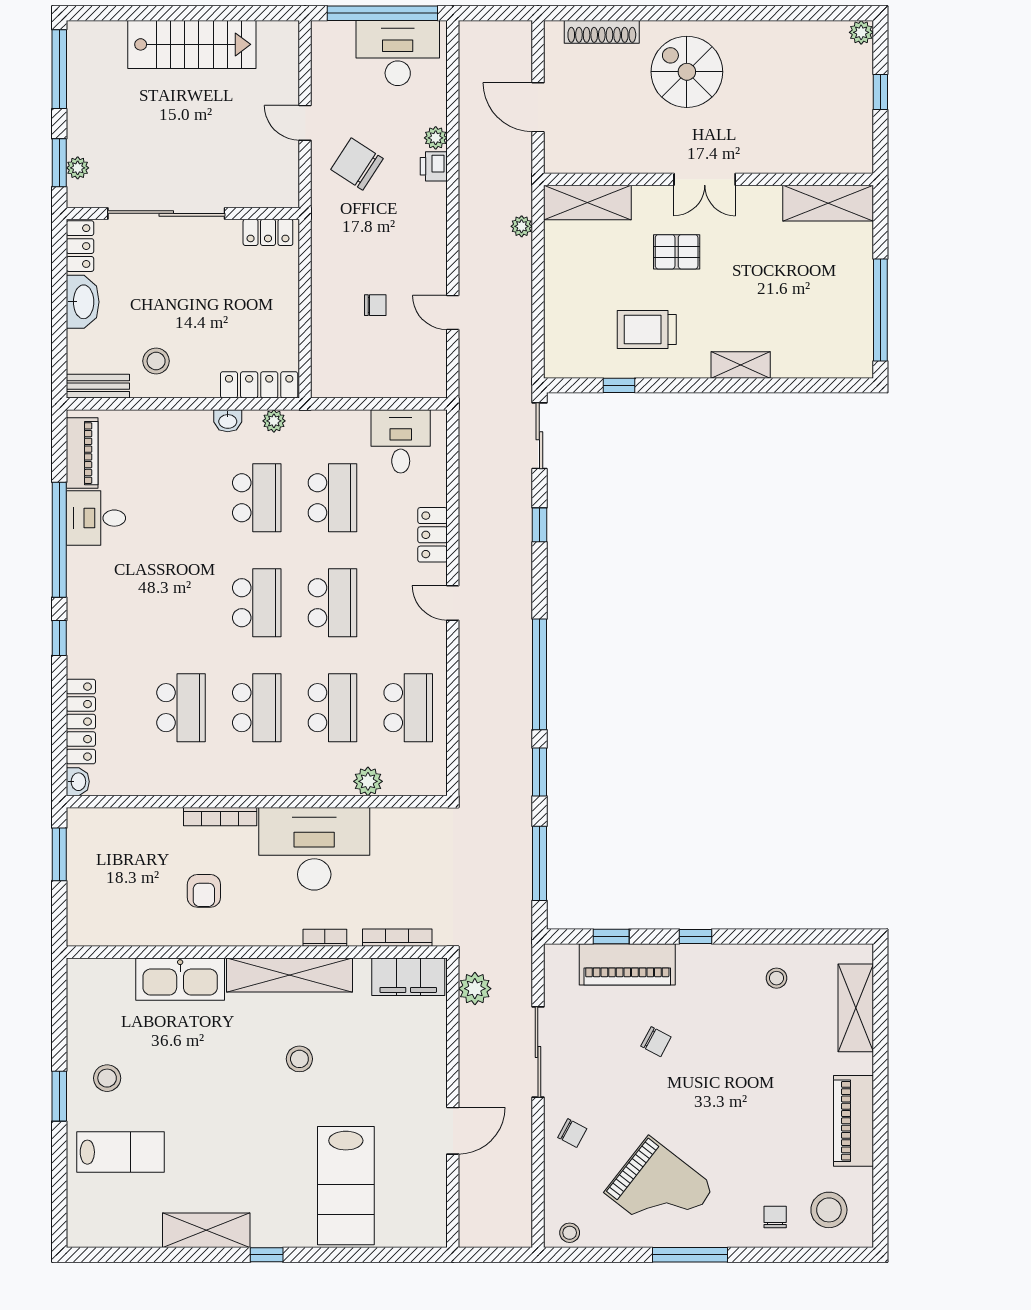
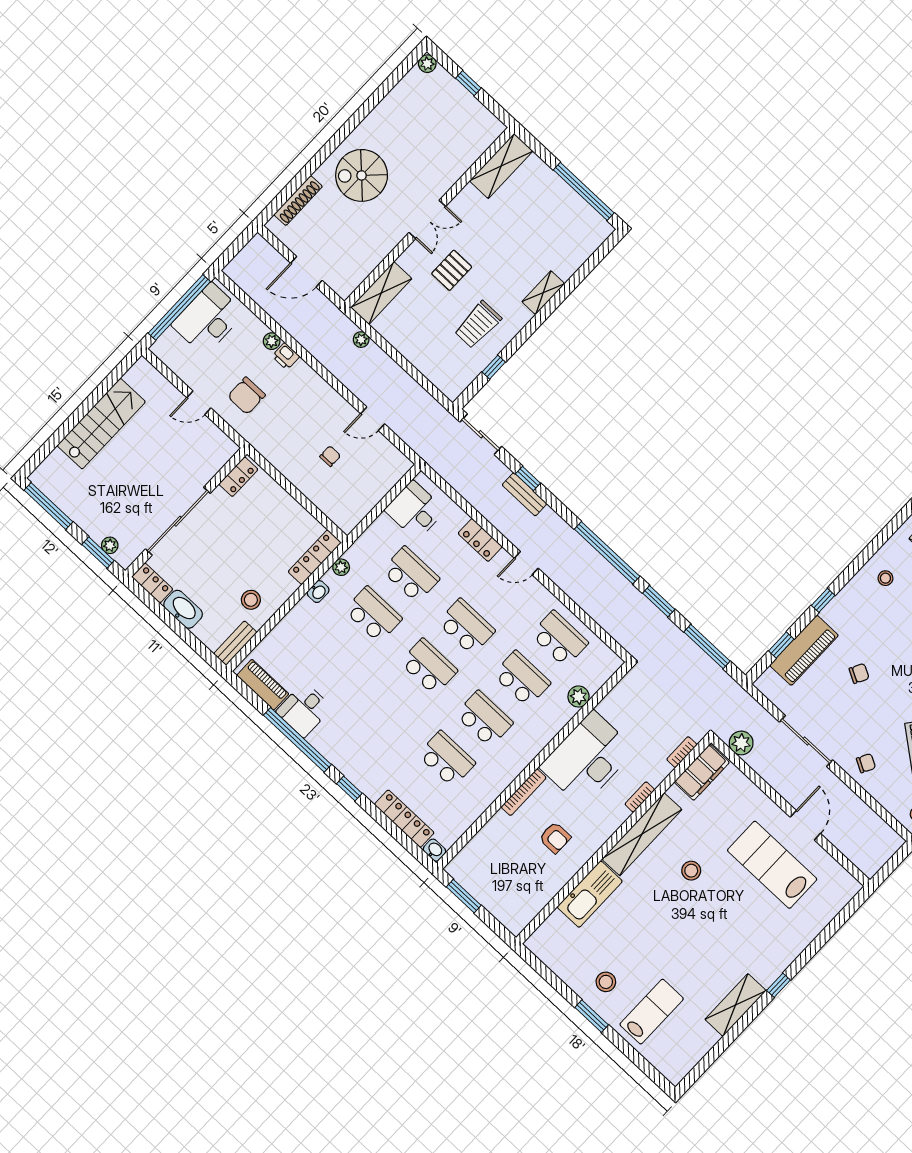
chair: (357, 164) -> (246, 396), turned -33
bench: (520, 536) -> (524, 494), added
bookcase: (397, 938) -> (682, 752), width x0.64
lab bench: (346, 1186) -> (772, 865), moved, turned 180

